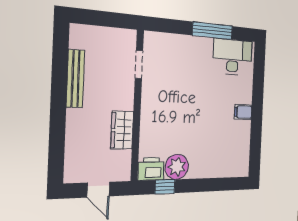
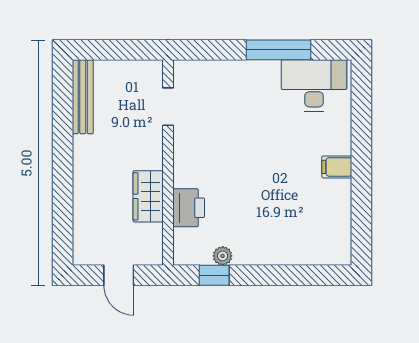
bench: (75, 79) -> (83, 97), moved
plant: (177, 167) -> (223, 256), width x0.53, depth x0.53
printer: (151, 169) -> (189, 208), moved, turned 90

